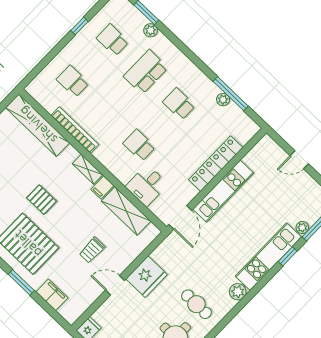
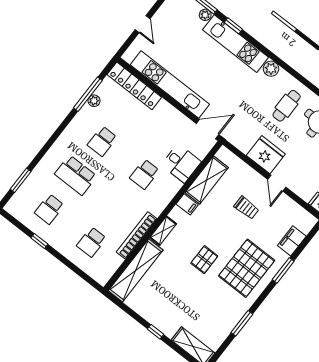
plant: (151, 30) -> (37, 175), removed
locker: (216, 164) -> (134, 86), moved
shelving: (88, 169) -> (163, 231), moved
kitchen unit: (223, 191) -> (170, 85), width x1.36

